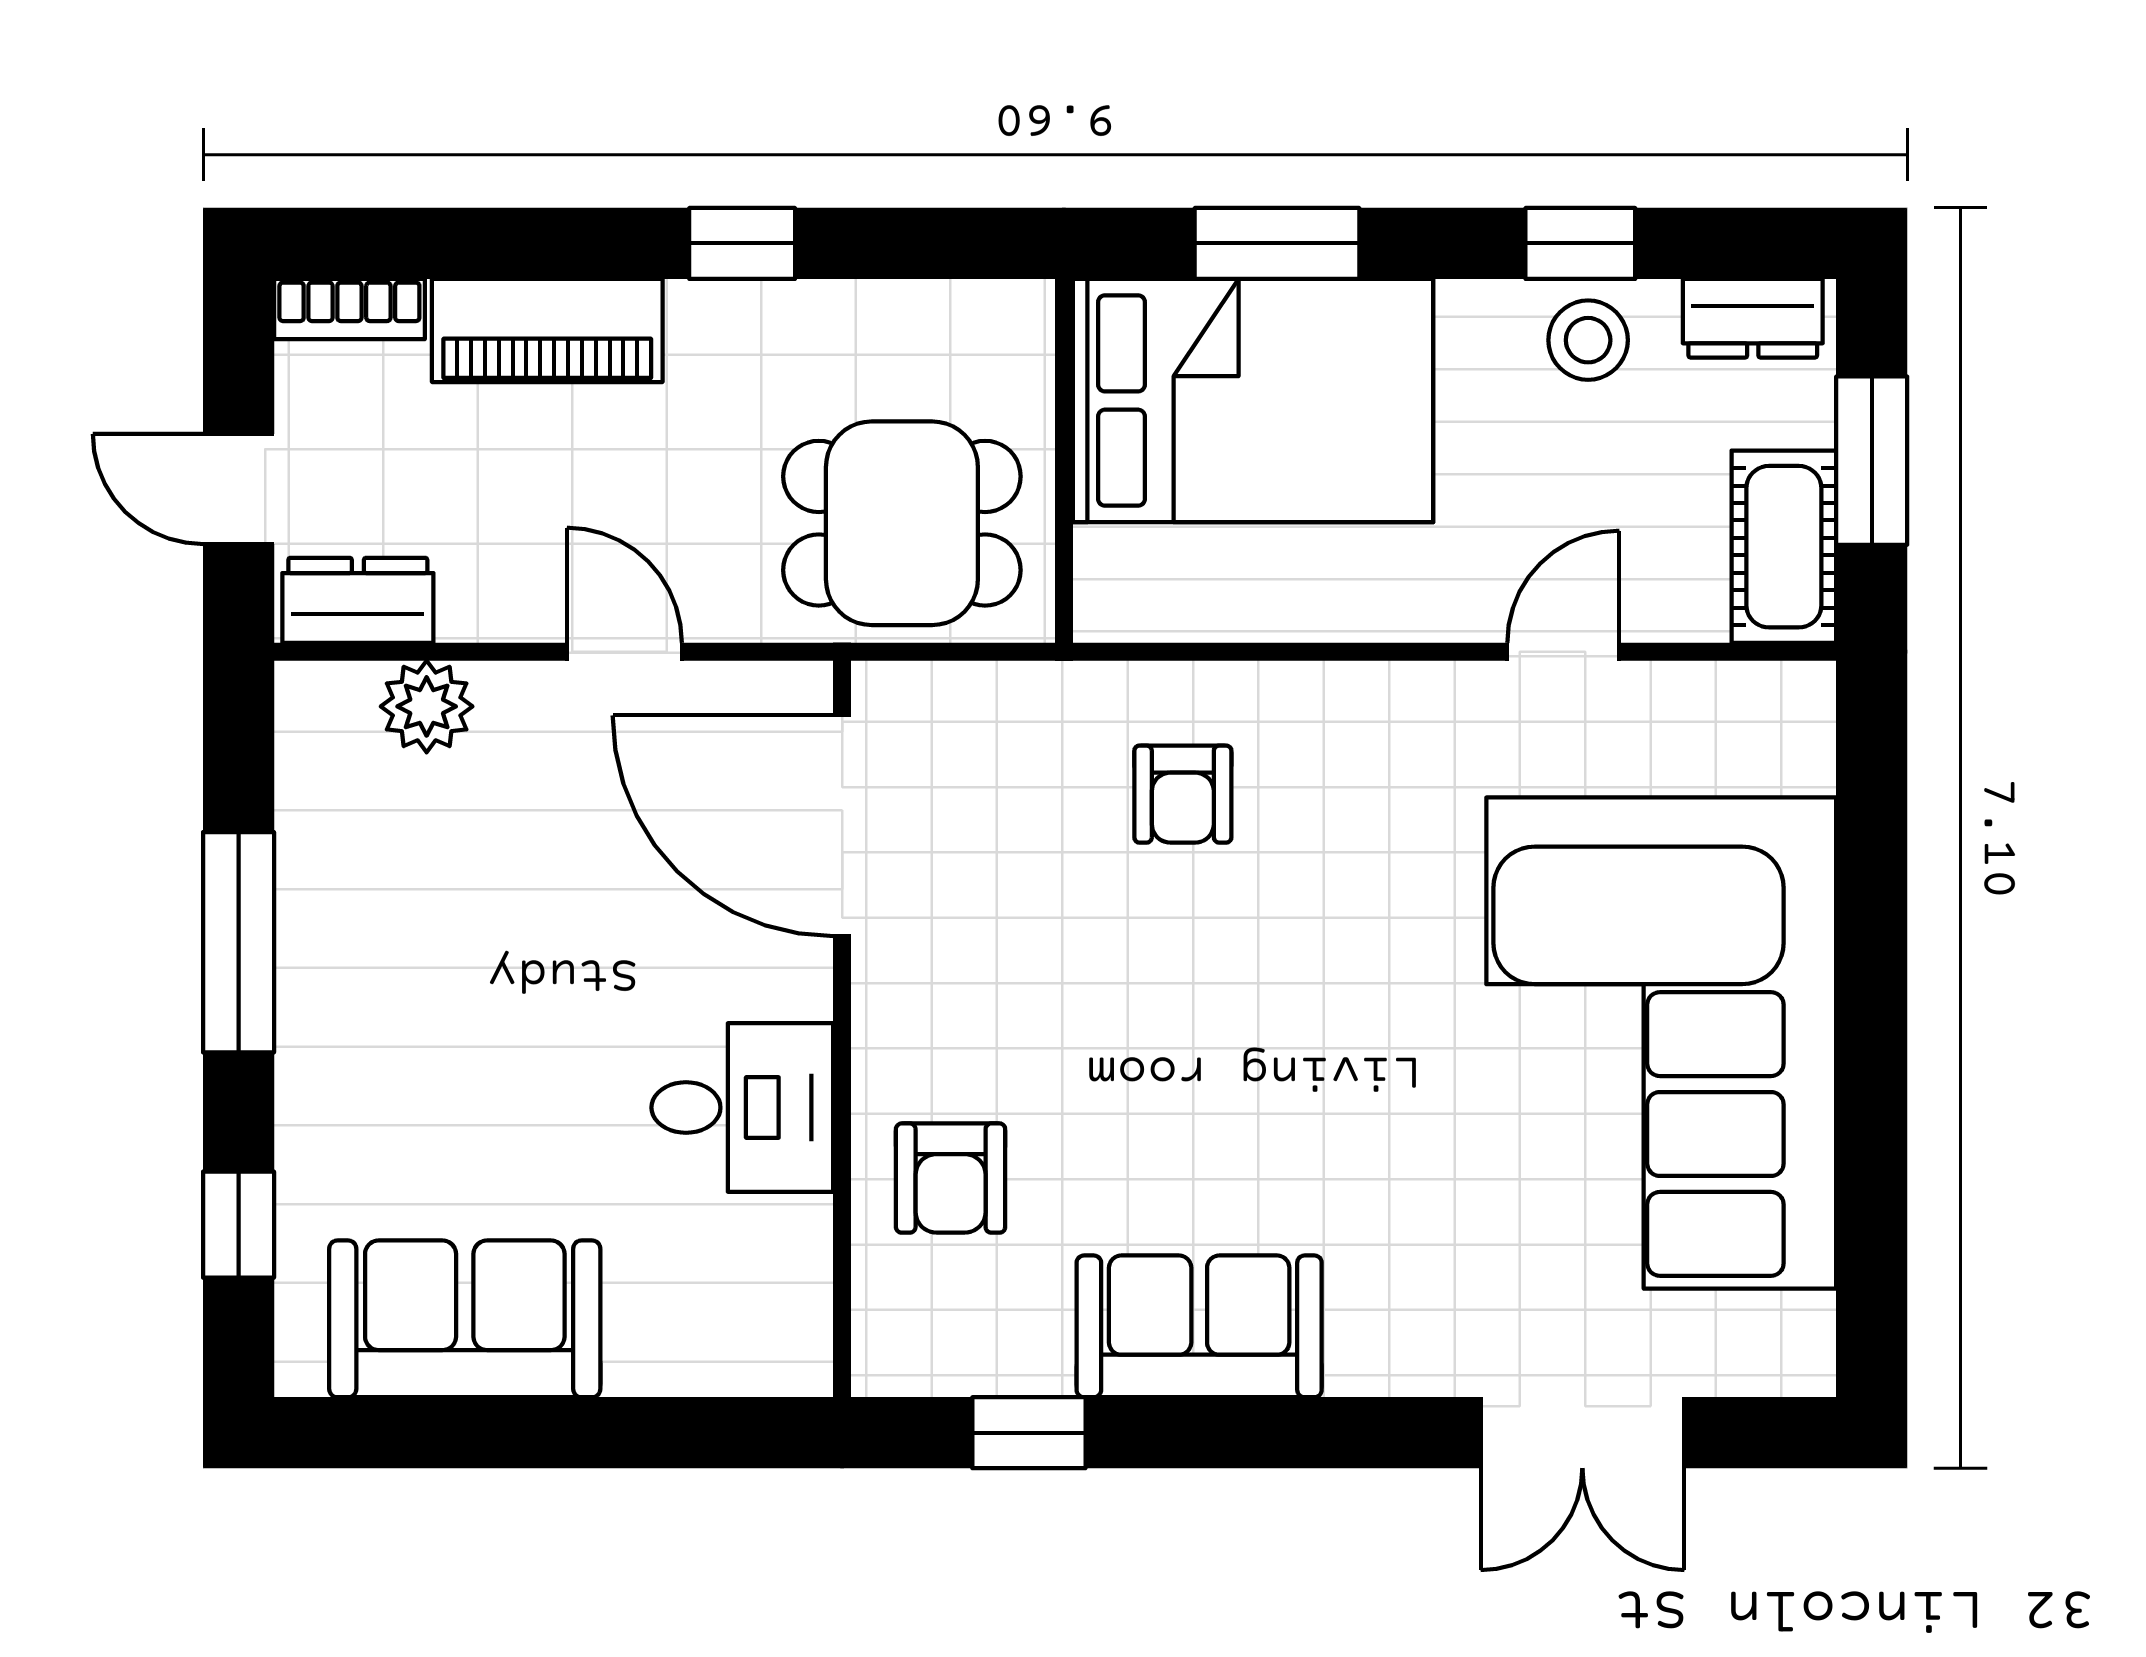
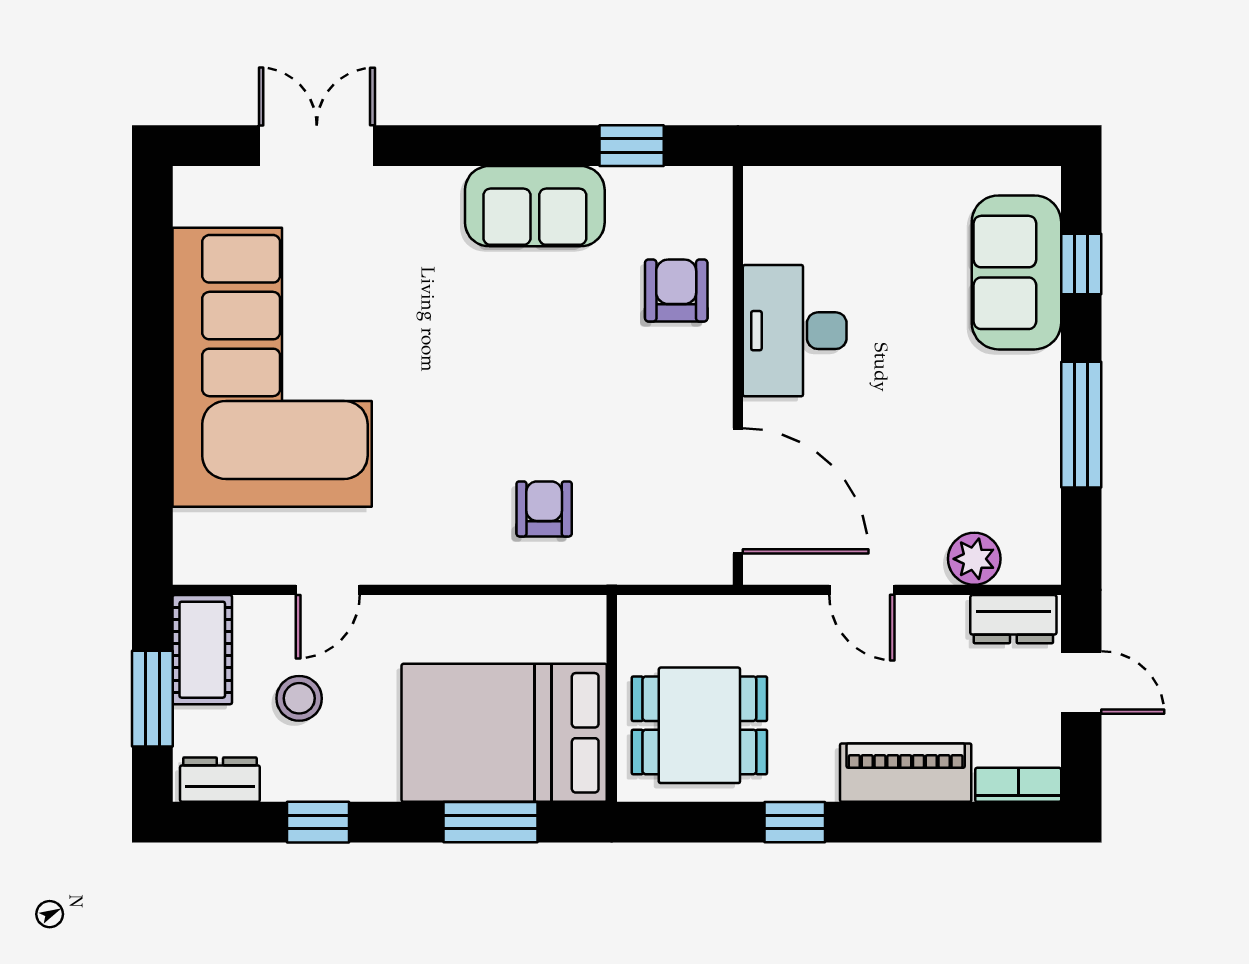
stool: (1588, 340) -> (299, 698), moved
dining table: (902, 523) -> (699, 725), moved
desk: (742, 1108) -> (795, 331), width x1.37
sofa: (465, 1319) -> (1016, 272), moved, turned 90

